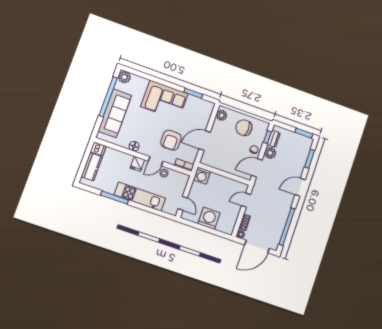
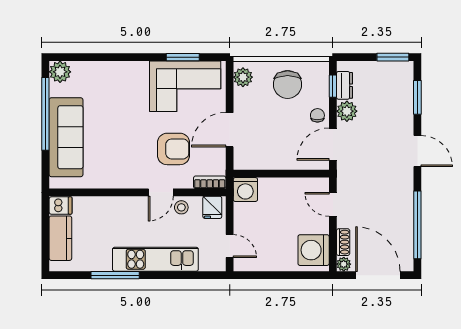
corner sofa: (164, 100) -> (185, 86), moved
chair: (244, 128) -> (288, 85), turned -90
armchair: (171, 140) -> (173, 149), turned -90
floor lamp: (134, 146) -> (117, 180), removed
fridge: (137, 164) -> (212, 207), moved
door: (300, 187) -> (417, 151), swing flipped
door: (246, 200) -> (333, 204), hinge flipped
washing machine: (209, 218) -> (314, 250), moved, turned -90
door: (257, 247) -> (378, 275), swing flipped

